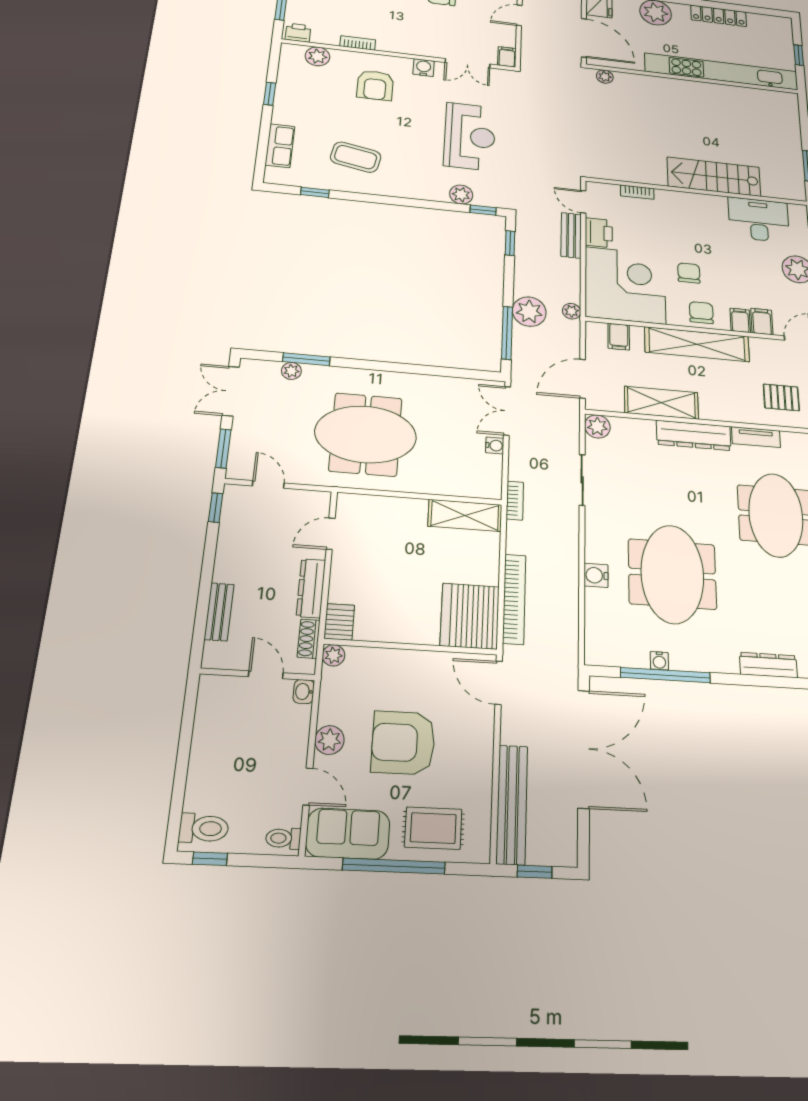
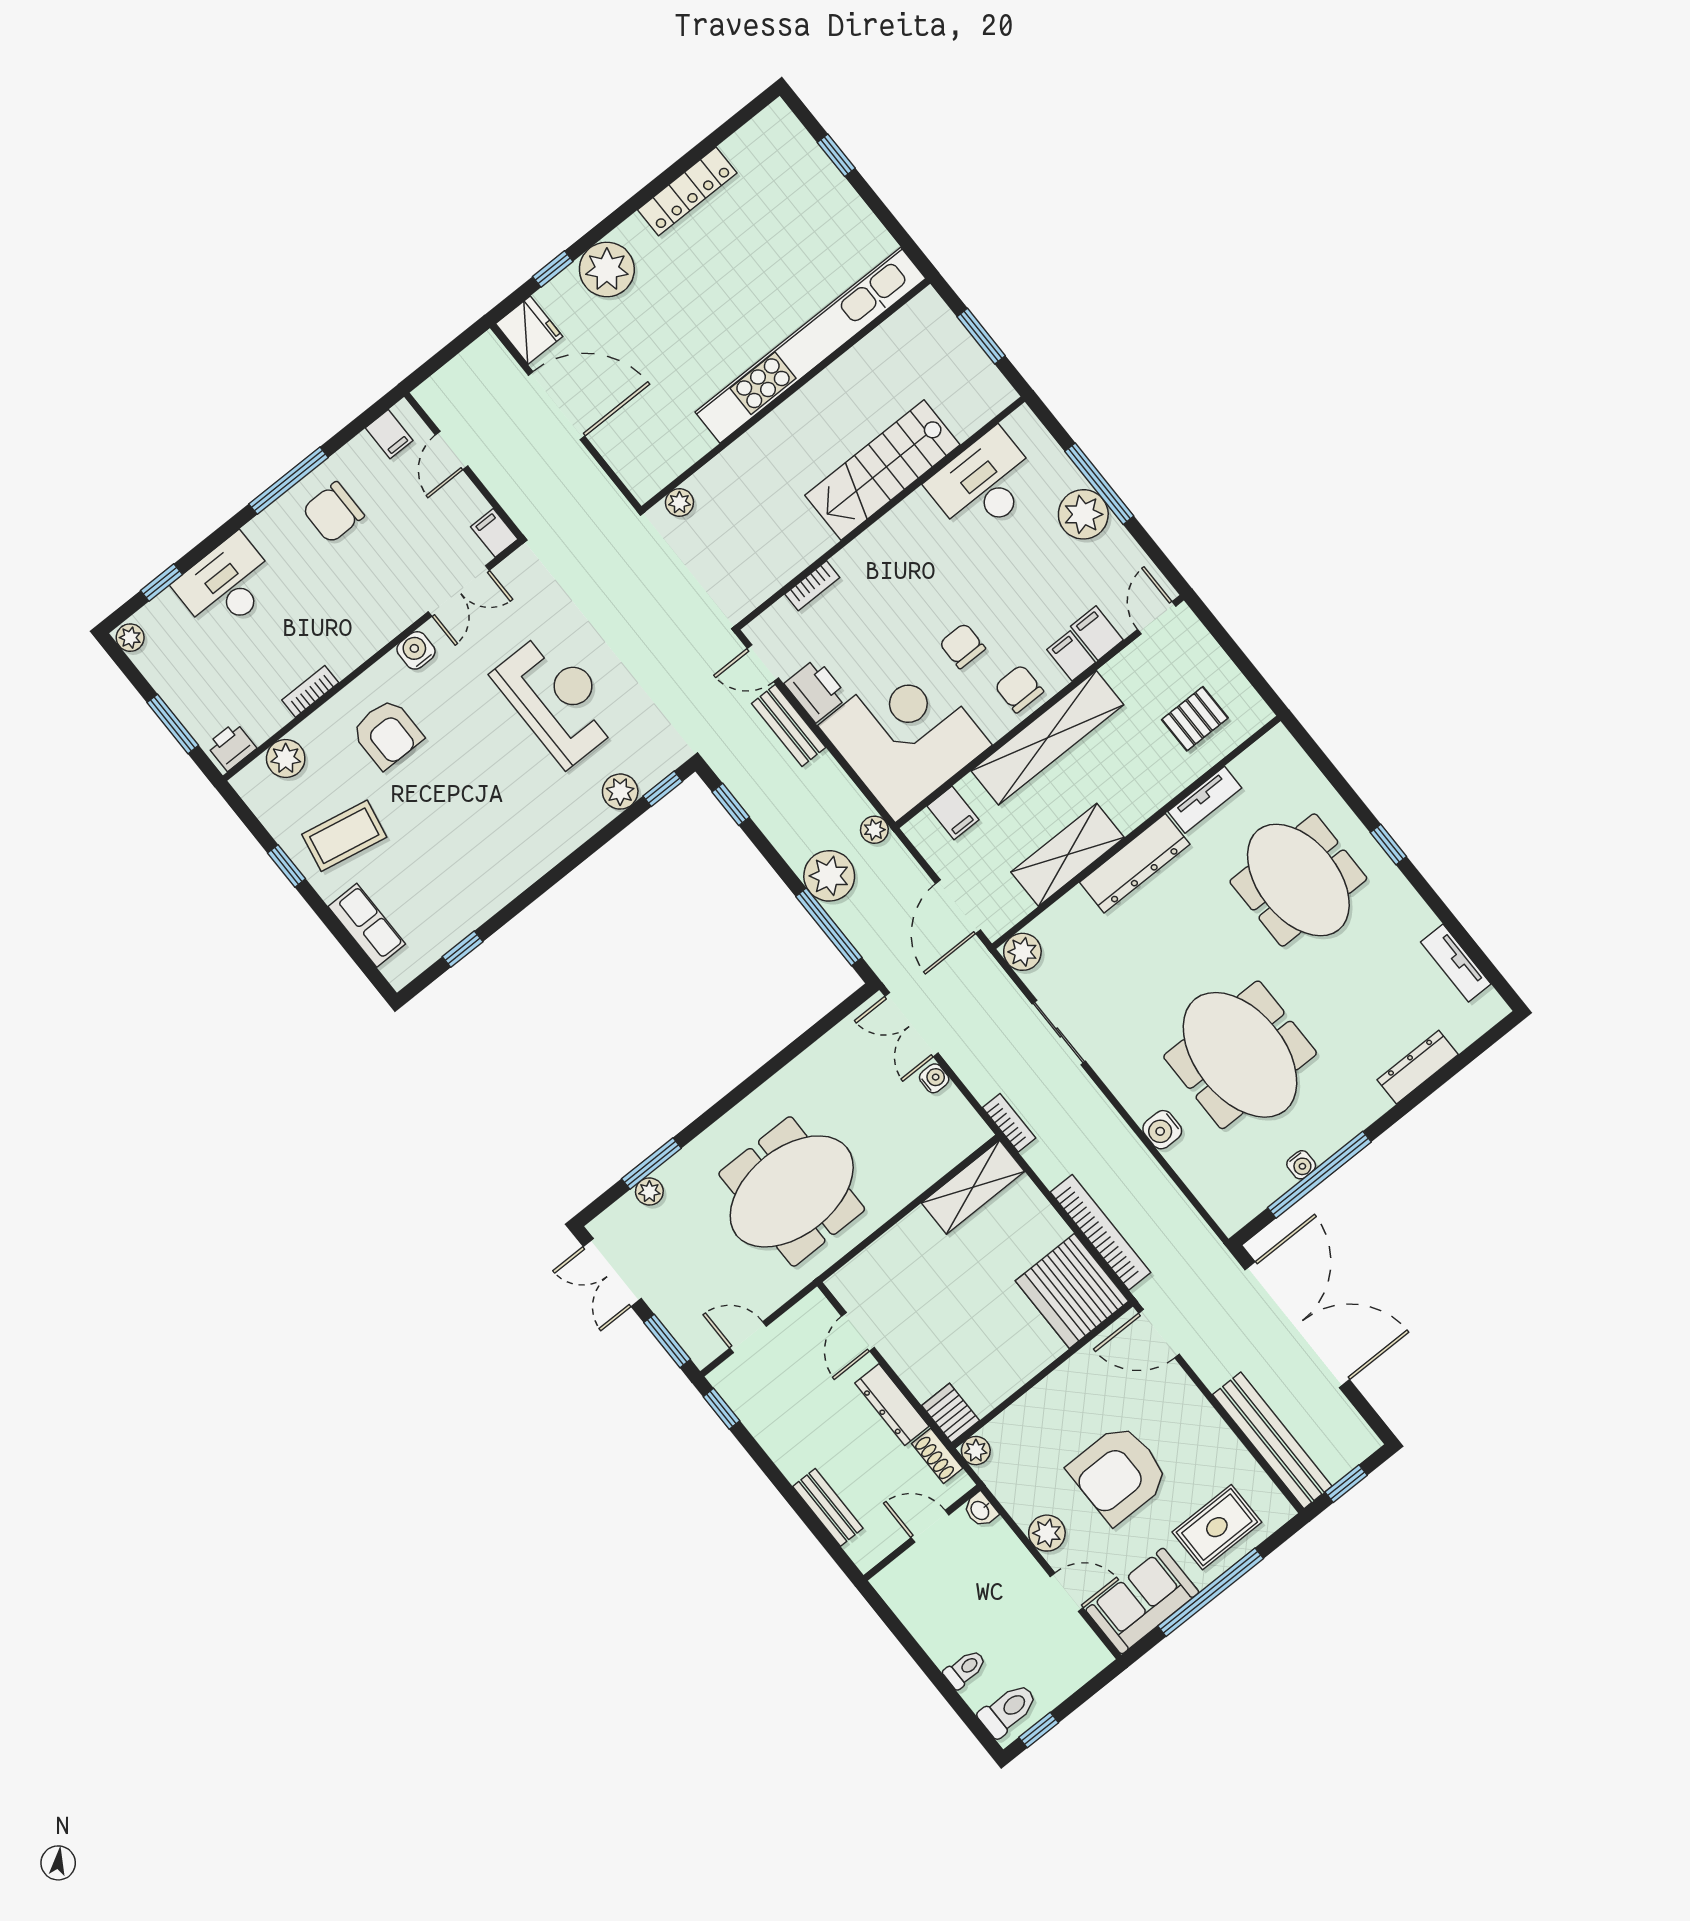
kitchen unit: (721, 72) -> (810, 345), moved
plant: (605, 77) -> (679, 502), moved
wall: (693, 79) -> (786, 395), moved
coffee table: (356, 157) -> (344, 836), moved
toilet: (283, 838) -> (965, 1669), moved, turned 180

